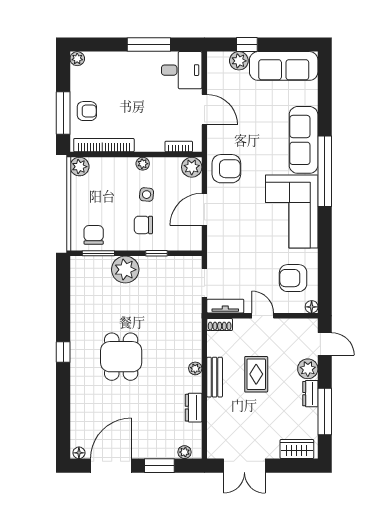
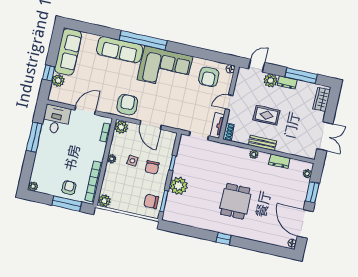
dining table: (121, 357) -> (235, 201), turned 90

